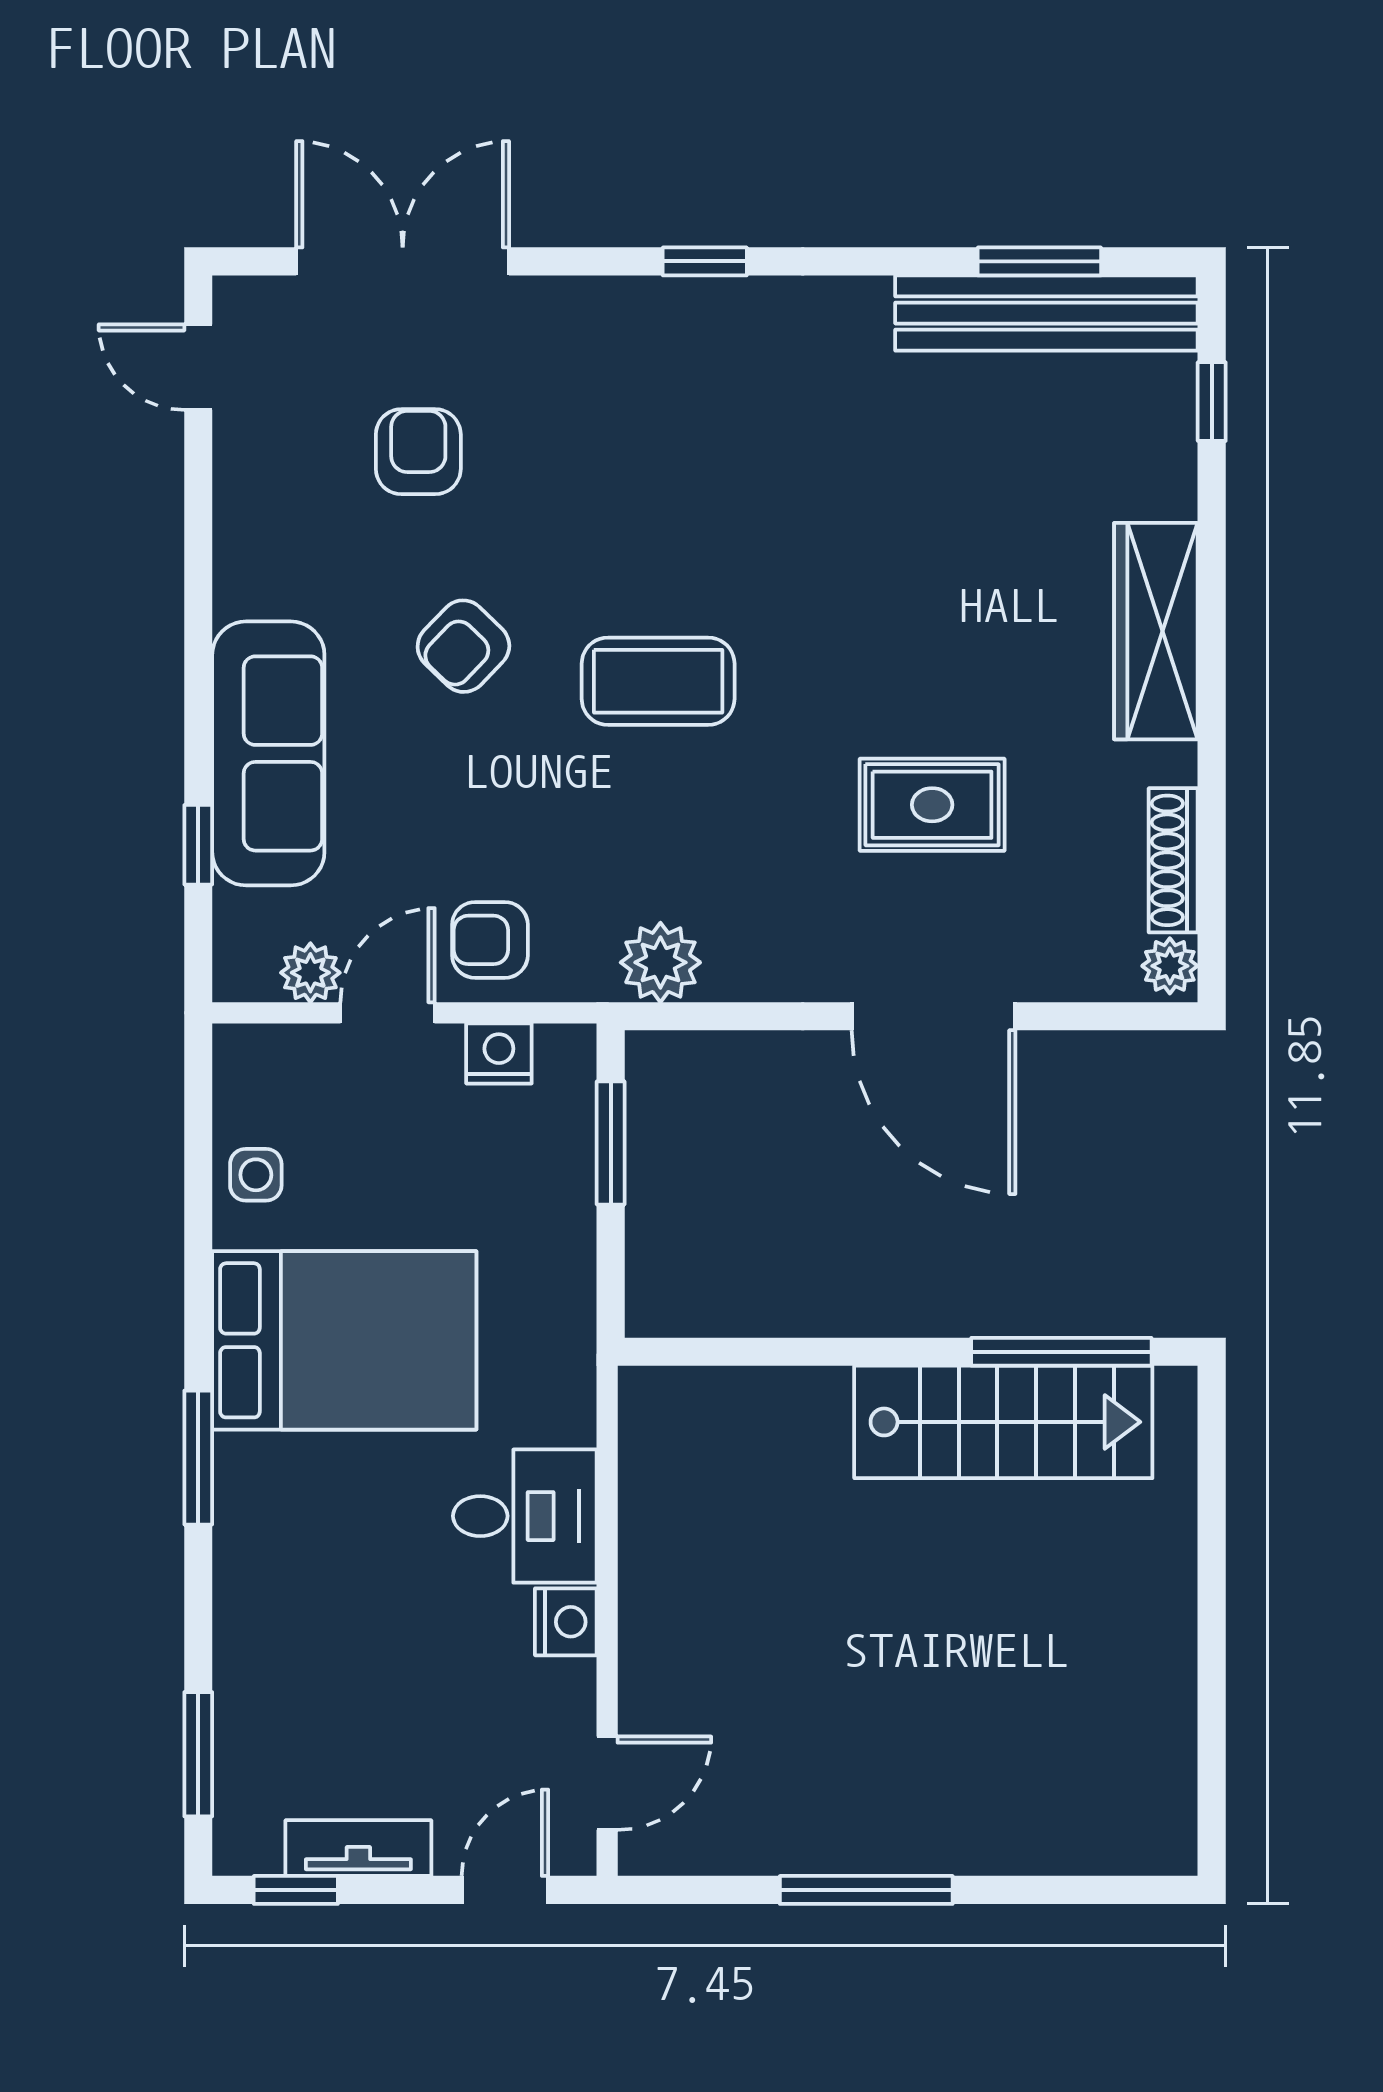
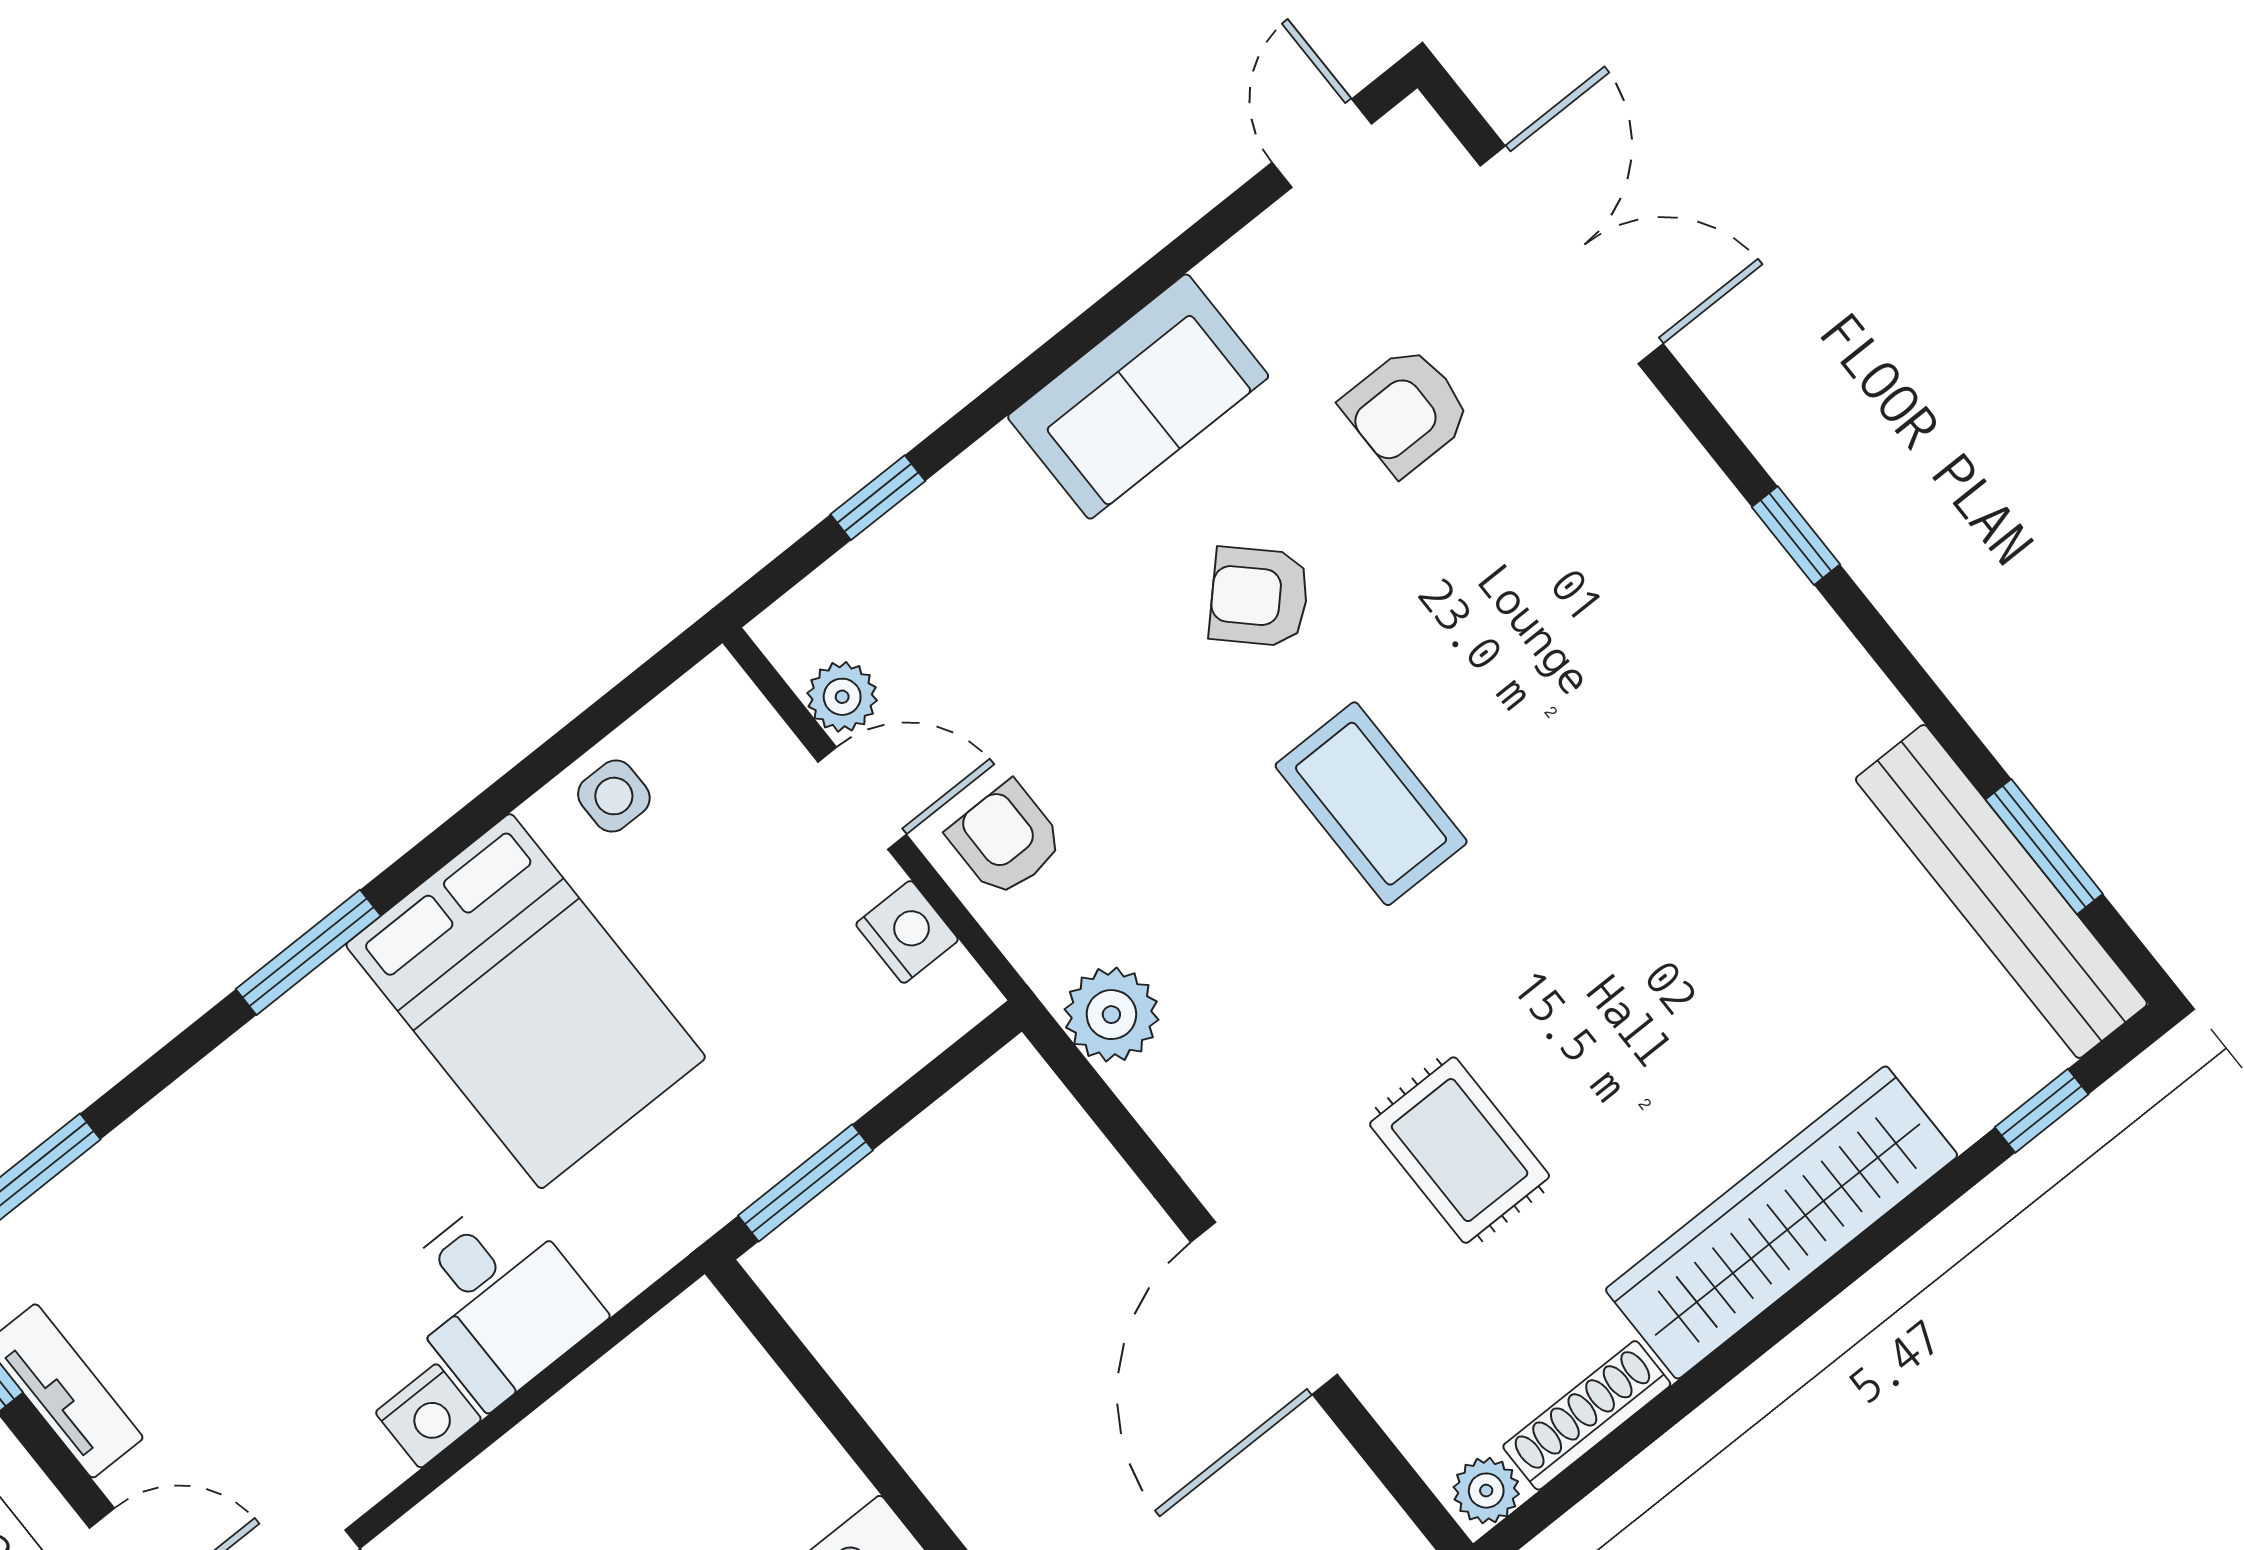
armchair: (418, 452) -> (1406, 410), turned 180
wardrobe: (1156, 631) -> (1782, 1222), width x1.40, depth x1.17
sofa: (268, 753) -> (1138, 397), moved, width x0.73
window: (611, 1143) -> (806, 1183), moved

